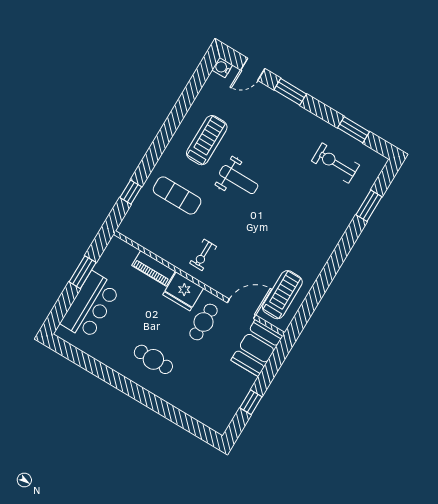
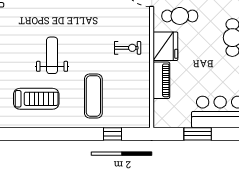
treadmill: (207, 140) -> (36, 99), turned 180

